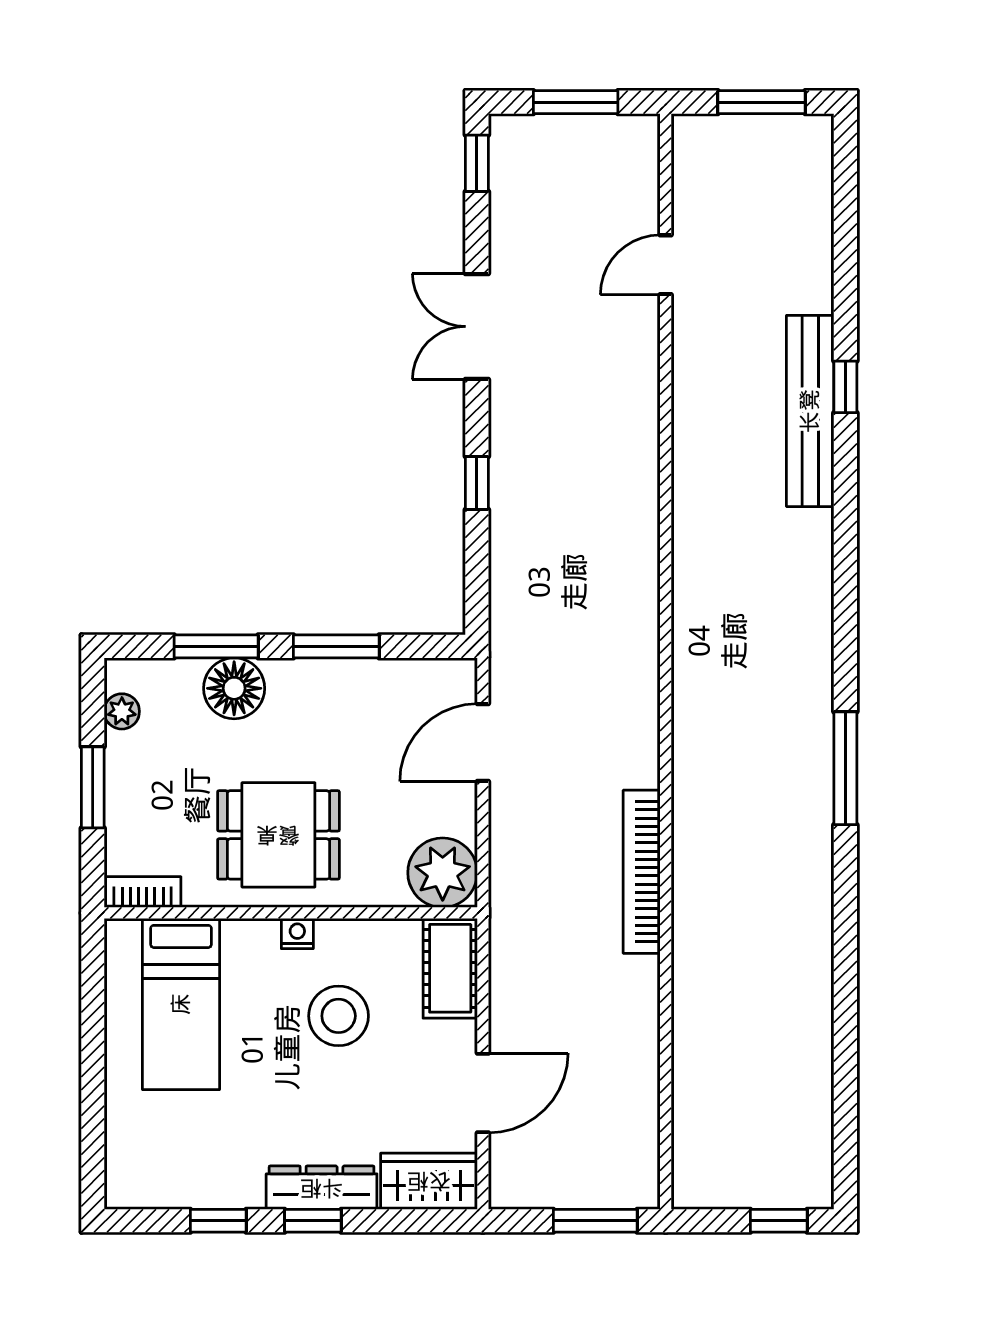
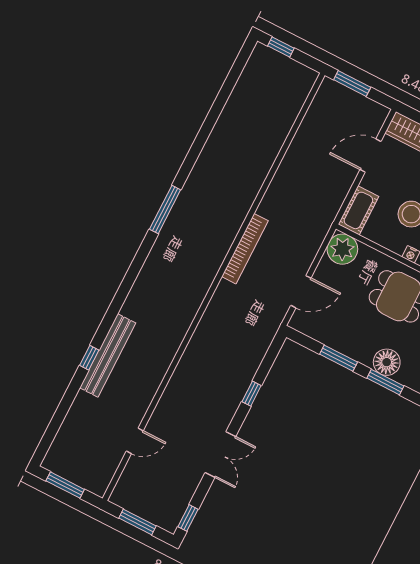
bookcase: (642, 872) -> (245, 249), moved

